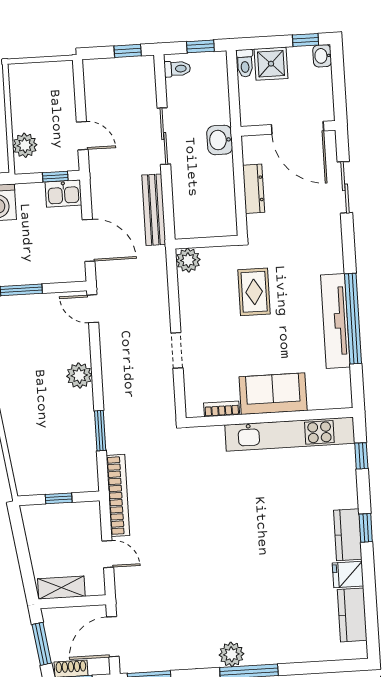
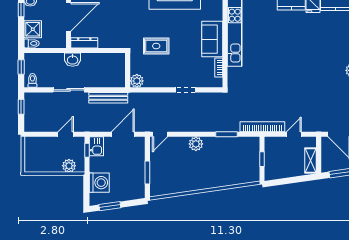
dresser: (254, 189) -> (84, 43), moved

